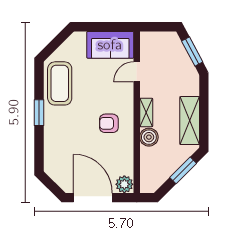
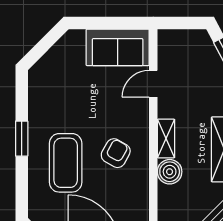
coffee table: (60, 83) -> (66, 163), moved
armchair: (109, 123) -> (116, 153), turned 119

